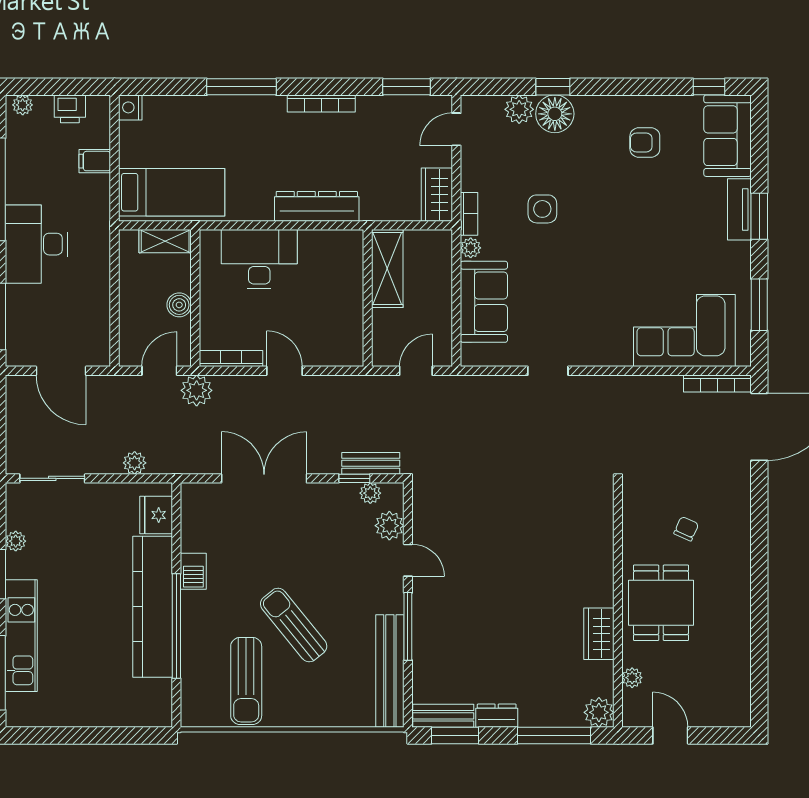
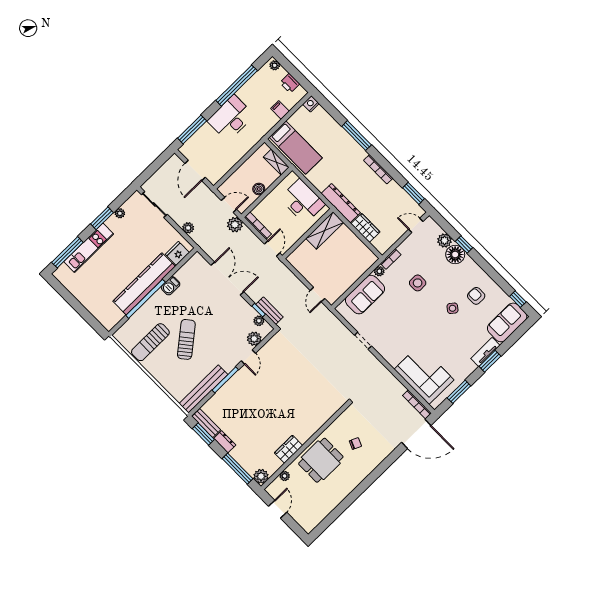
wardrobe: (437, 195) -> (365, 228), moved, turned 90
side table: (629, 195) -> (452, 308), added
shelving: (387, 268) -> (325, 230), moved
wall: (368, 298) -> (308, 234), moved
door: (416, 371) -> (317, 295), swing flipped

